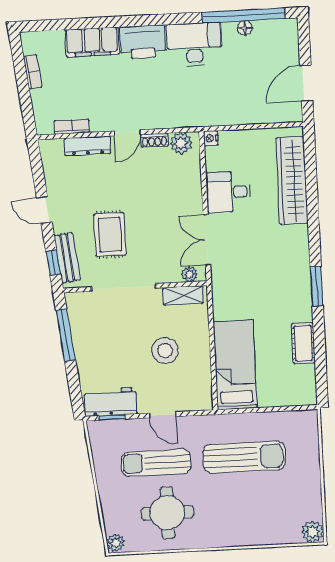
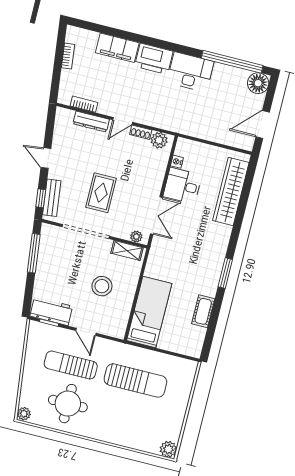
floor lamp: (245, 28) -> (258, 83), moved, width x1.89, depth x1.89
nightstand: (211, 138) -> (177, 162), moved
rug: (110, 235) -> (101, 193), moved
double door: (207, 240) -> (156, 216), swing flipped

